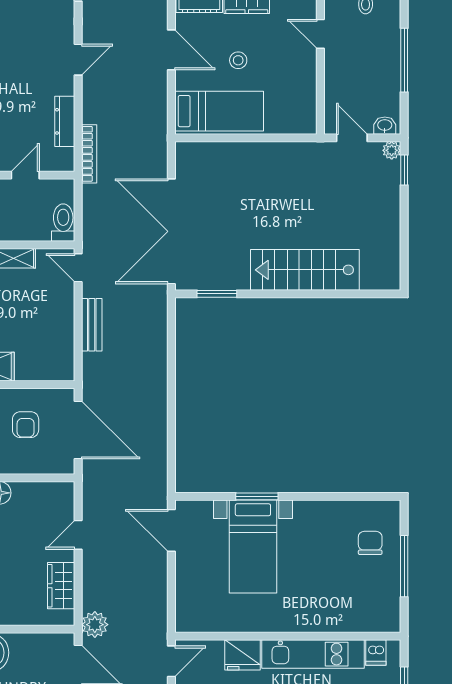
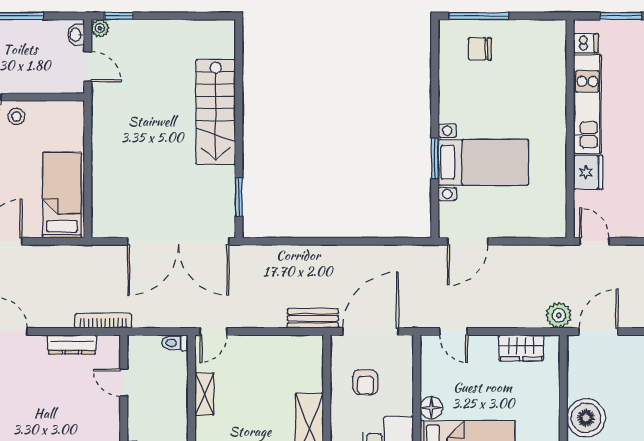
stool: (238, 60) -> (16, 116), moved
door: (352, 138) -> (88, 67), swing flipped
toilet: (63, 223) -> (175, 343), width x0.73, depth x0.72
bench: (92, 325) -> (313, 318), moved
armchair: (26, 425) -> (365, 382), turned 90
door: (78, 535) -> (454, 331), moved
window: (404, 566) -> (479, 16), moved

